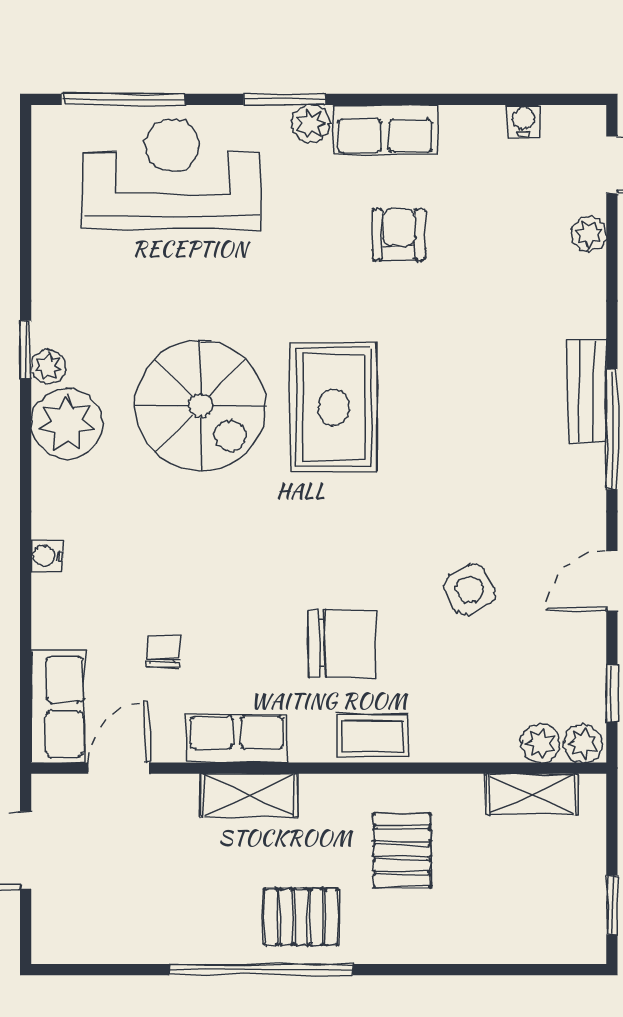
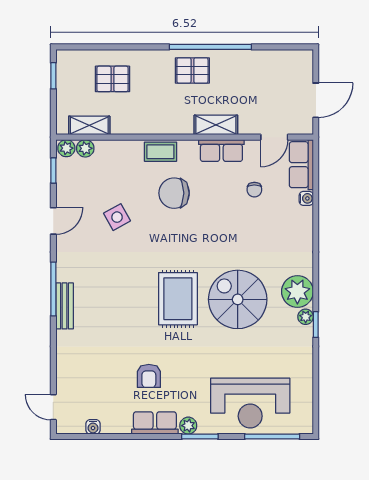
plant: (589, 234) -> (64, 376), removed
water cooler: (47, 556) -> (306, 198), moved
pallet: (402, 850) -> (113, 79), moved, turned 90

